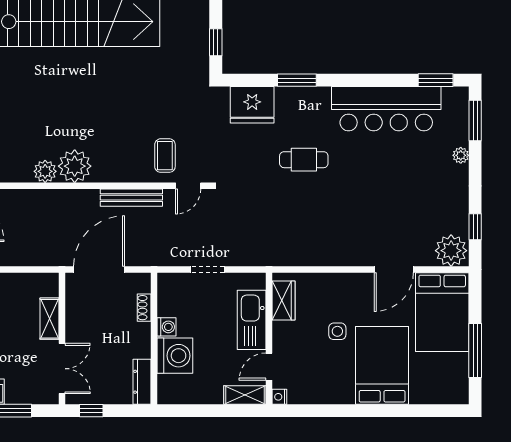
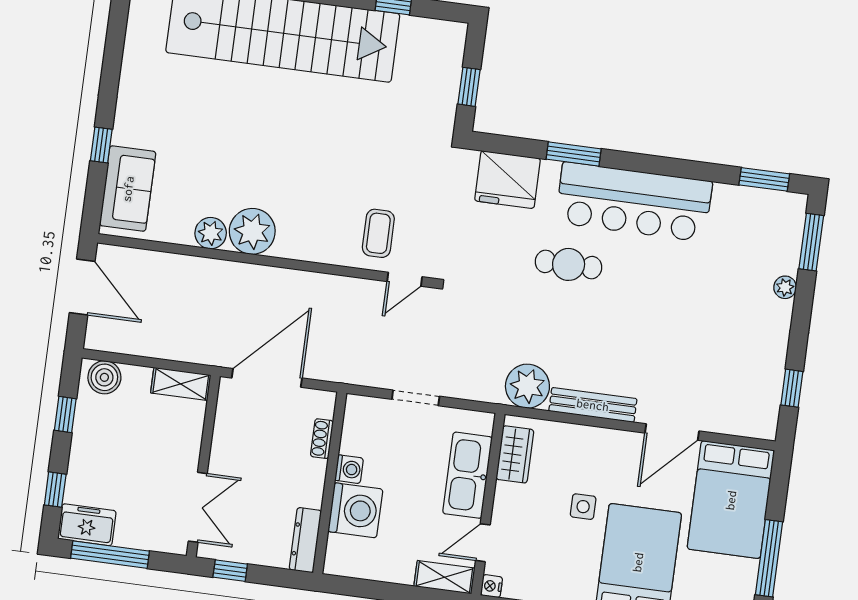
bar counter: (386, 109) -> (634, 202), moved
bench: (131, 198) -> (593, 405), moved
plant: (451, 251) -> (527, 386), moved
shelving: (50, 319) -> (181, 384), moved, turned 90

